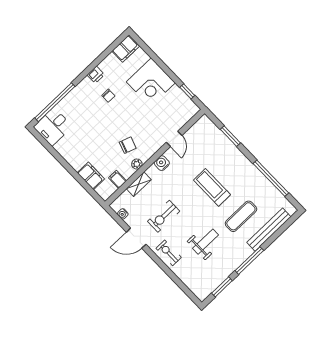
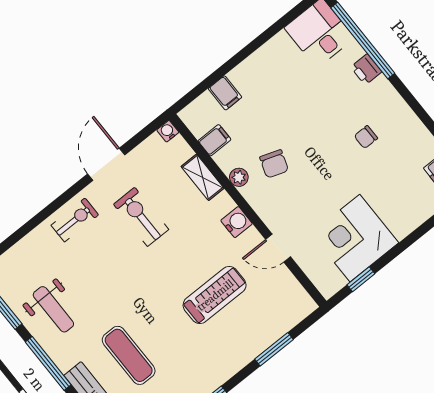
printer: (96, 75) -> (366, 69), moved
corner desk: (151, 82) -> (355, 238), moved
filing cabinet: (91, 176) -> (225, 93), width x0.50
treadmill: (212, 187) -> (215, 295), moved
water cooler: (123, 214) -> (168, 131), moved
weight bench: (206, 242) -> (53, 309), moved

